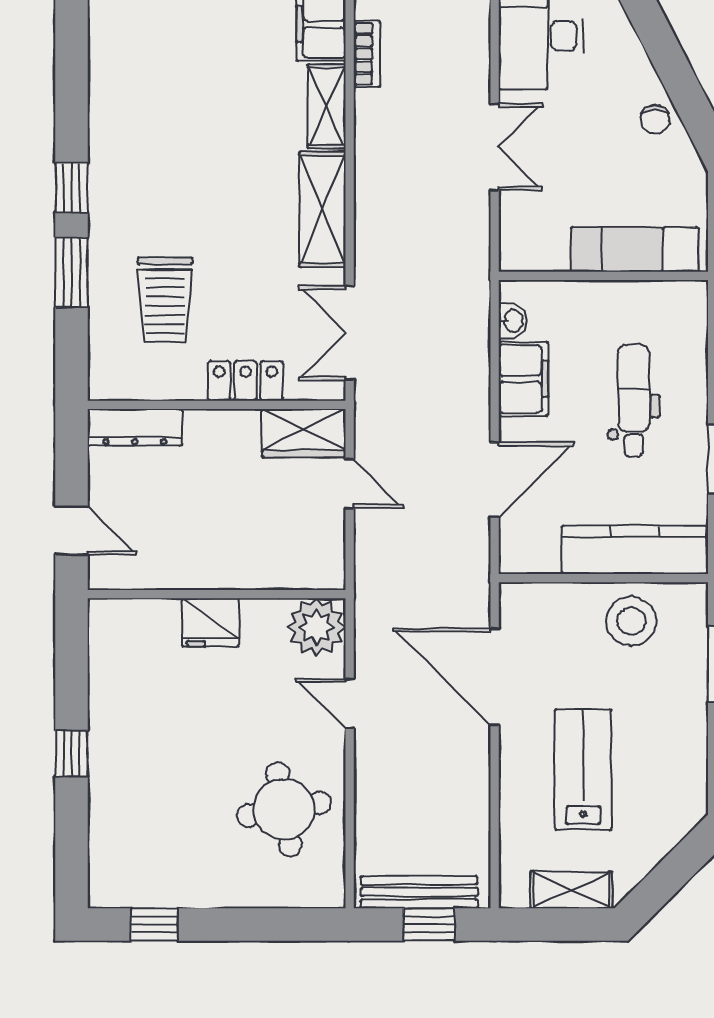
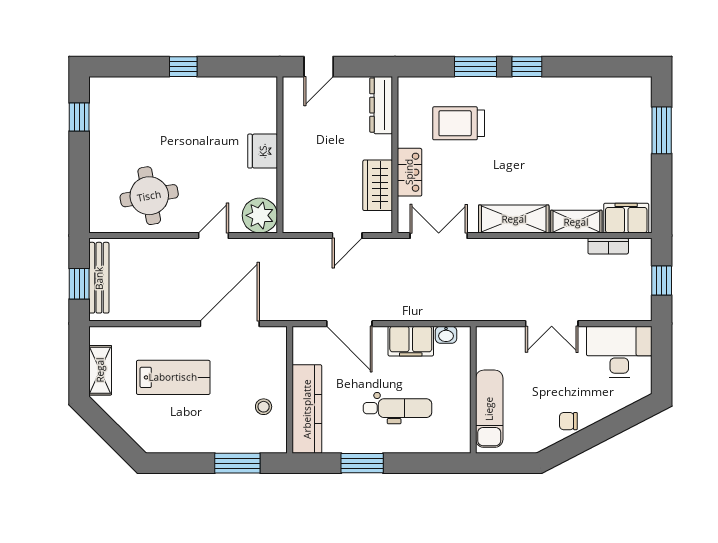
wardrobe: (304, 433) -> (378, 185), moved
stool: (631, 621) -> (264, 407), width x0.53, depth x0.53

